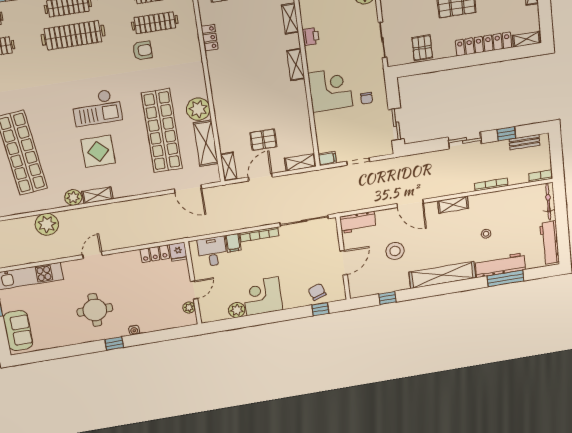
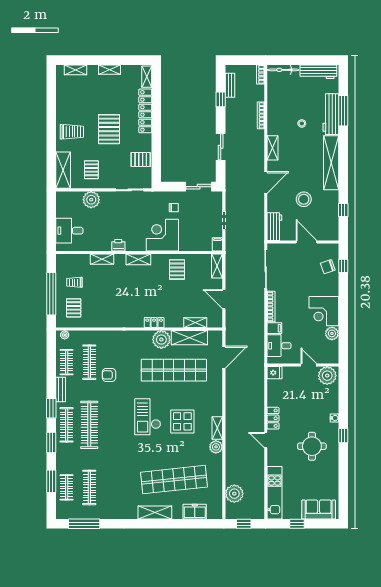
locker: (210, 38) -> (154, 323), moved
armchair: (142, 50) -> (109, 375), turned -90
checkout: (97, 108) -> (148, 417), turned 180
pallet: (263, 140) -> (177, 269), moved
sliding door: (465, 140) -> (221, 147), moved
shelving: (229, 167) -> (195, 323), moved
plant: (47, 224) -> (234, 494), moved
locker: (155, 254) -> (273, 418), moved
plant: (189, 307) -> (327, 376), width x1.88, depth x1.88

